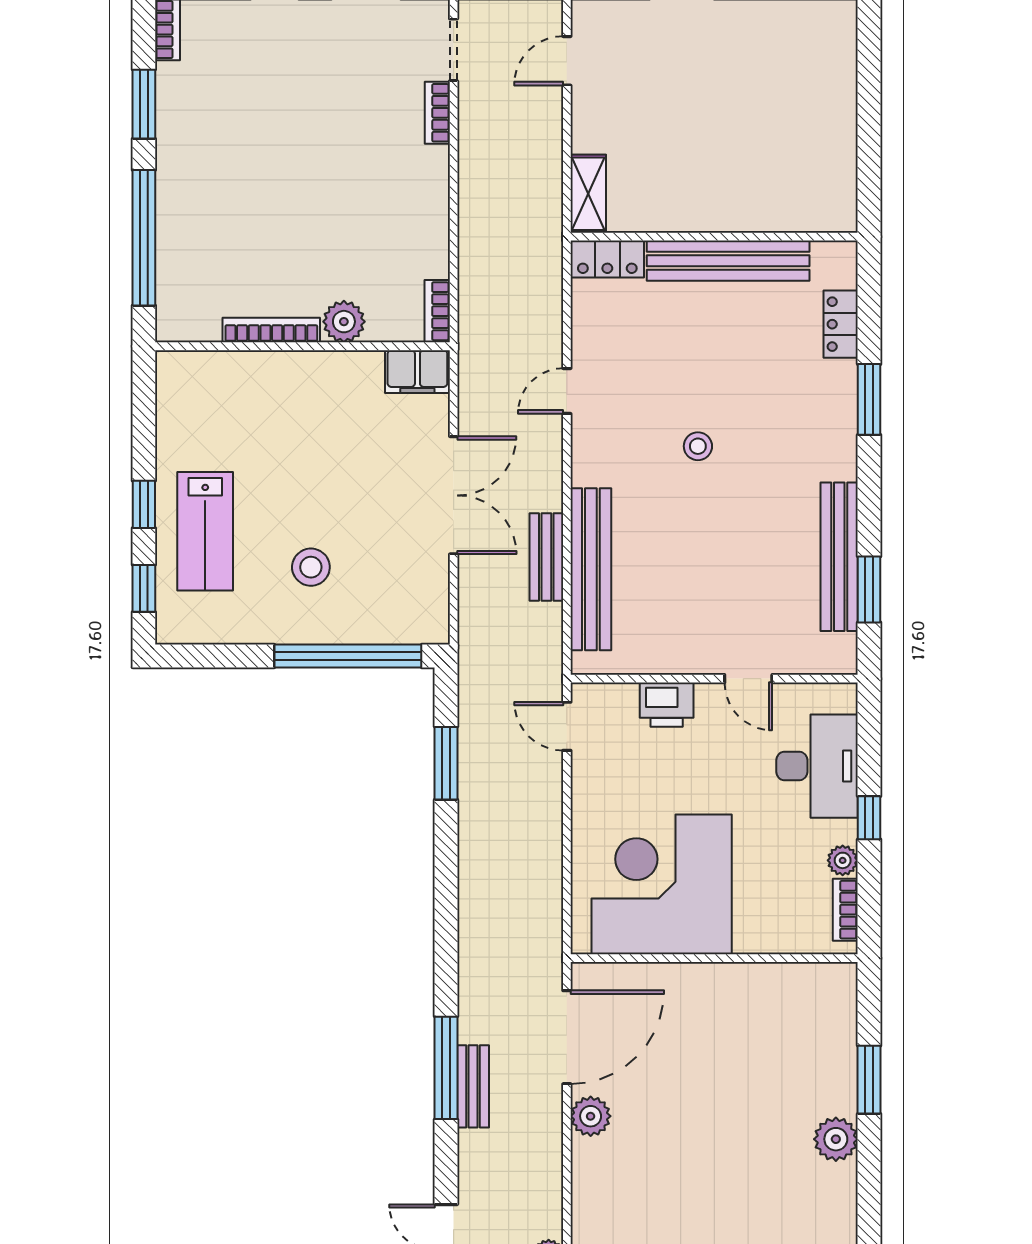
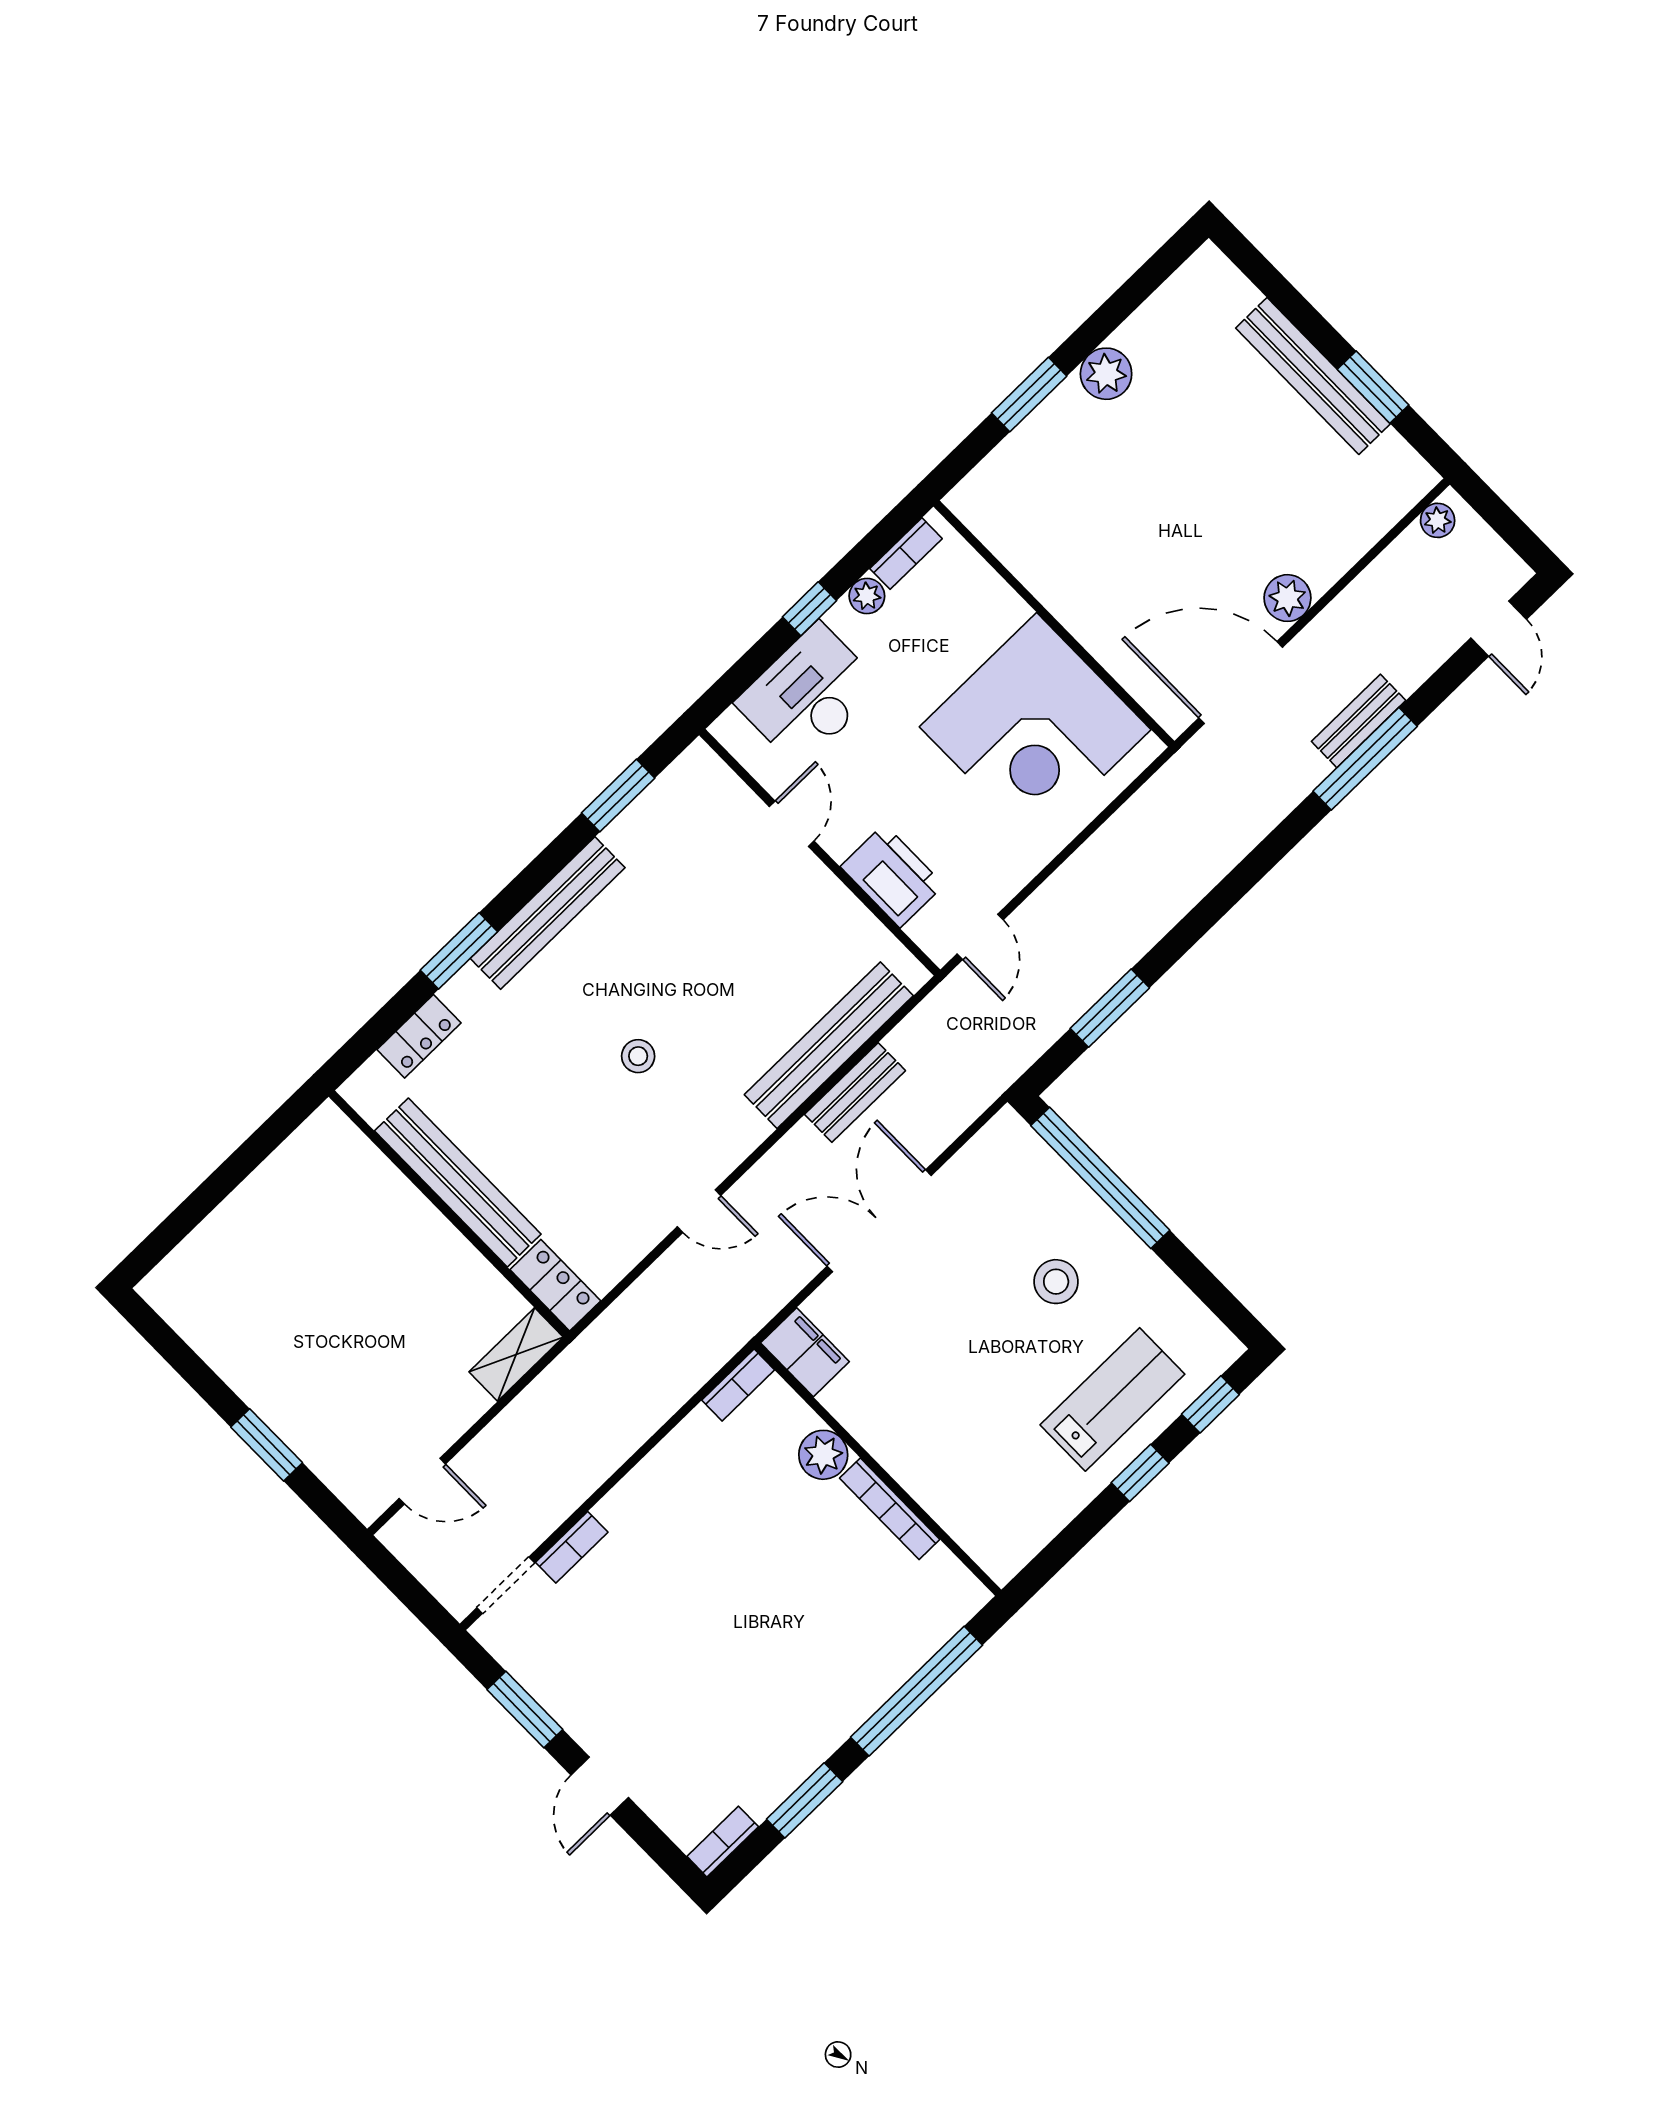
bench: (839, 557) -> (548, 913), moved
printer: (667, 705) -> (892, 876), width x1.37, depth x1.19

